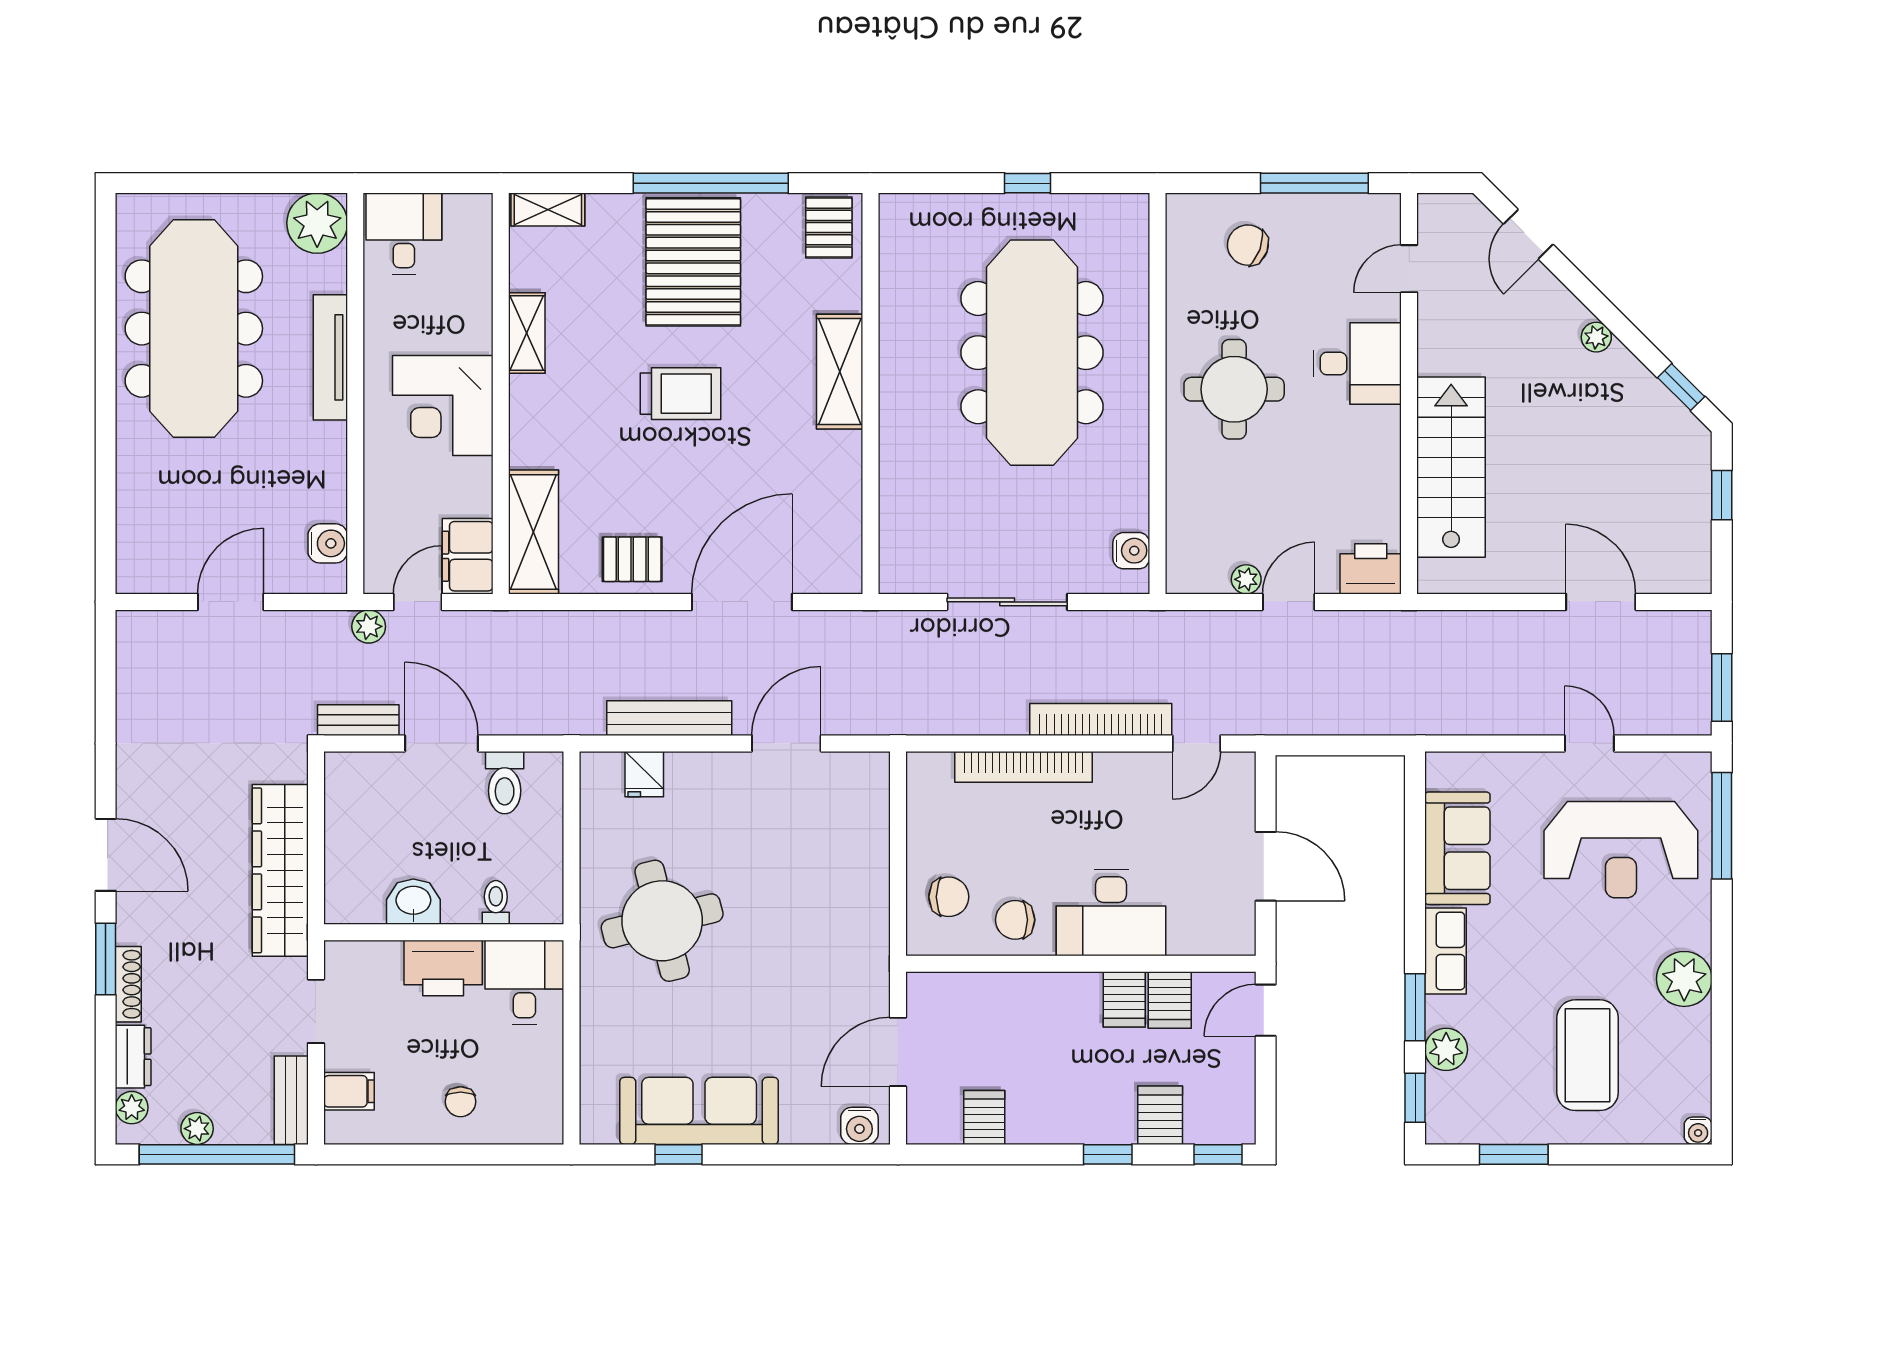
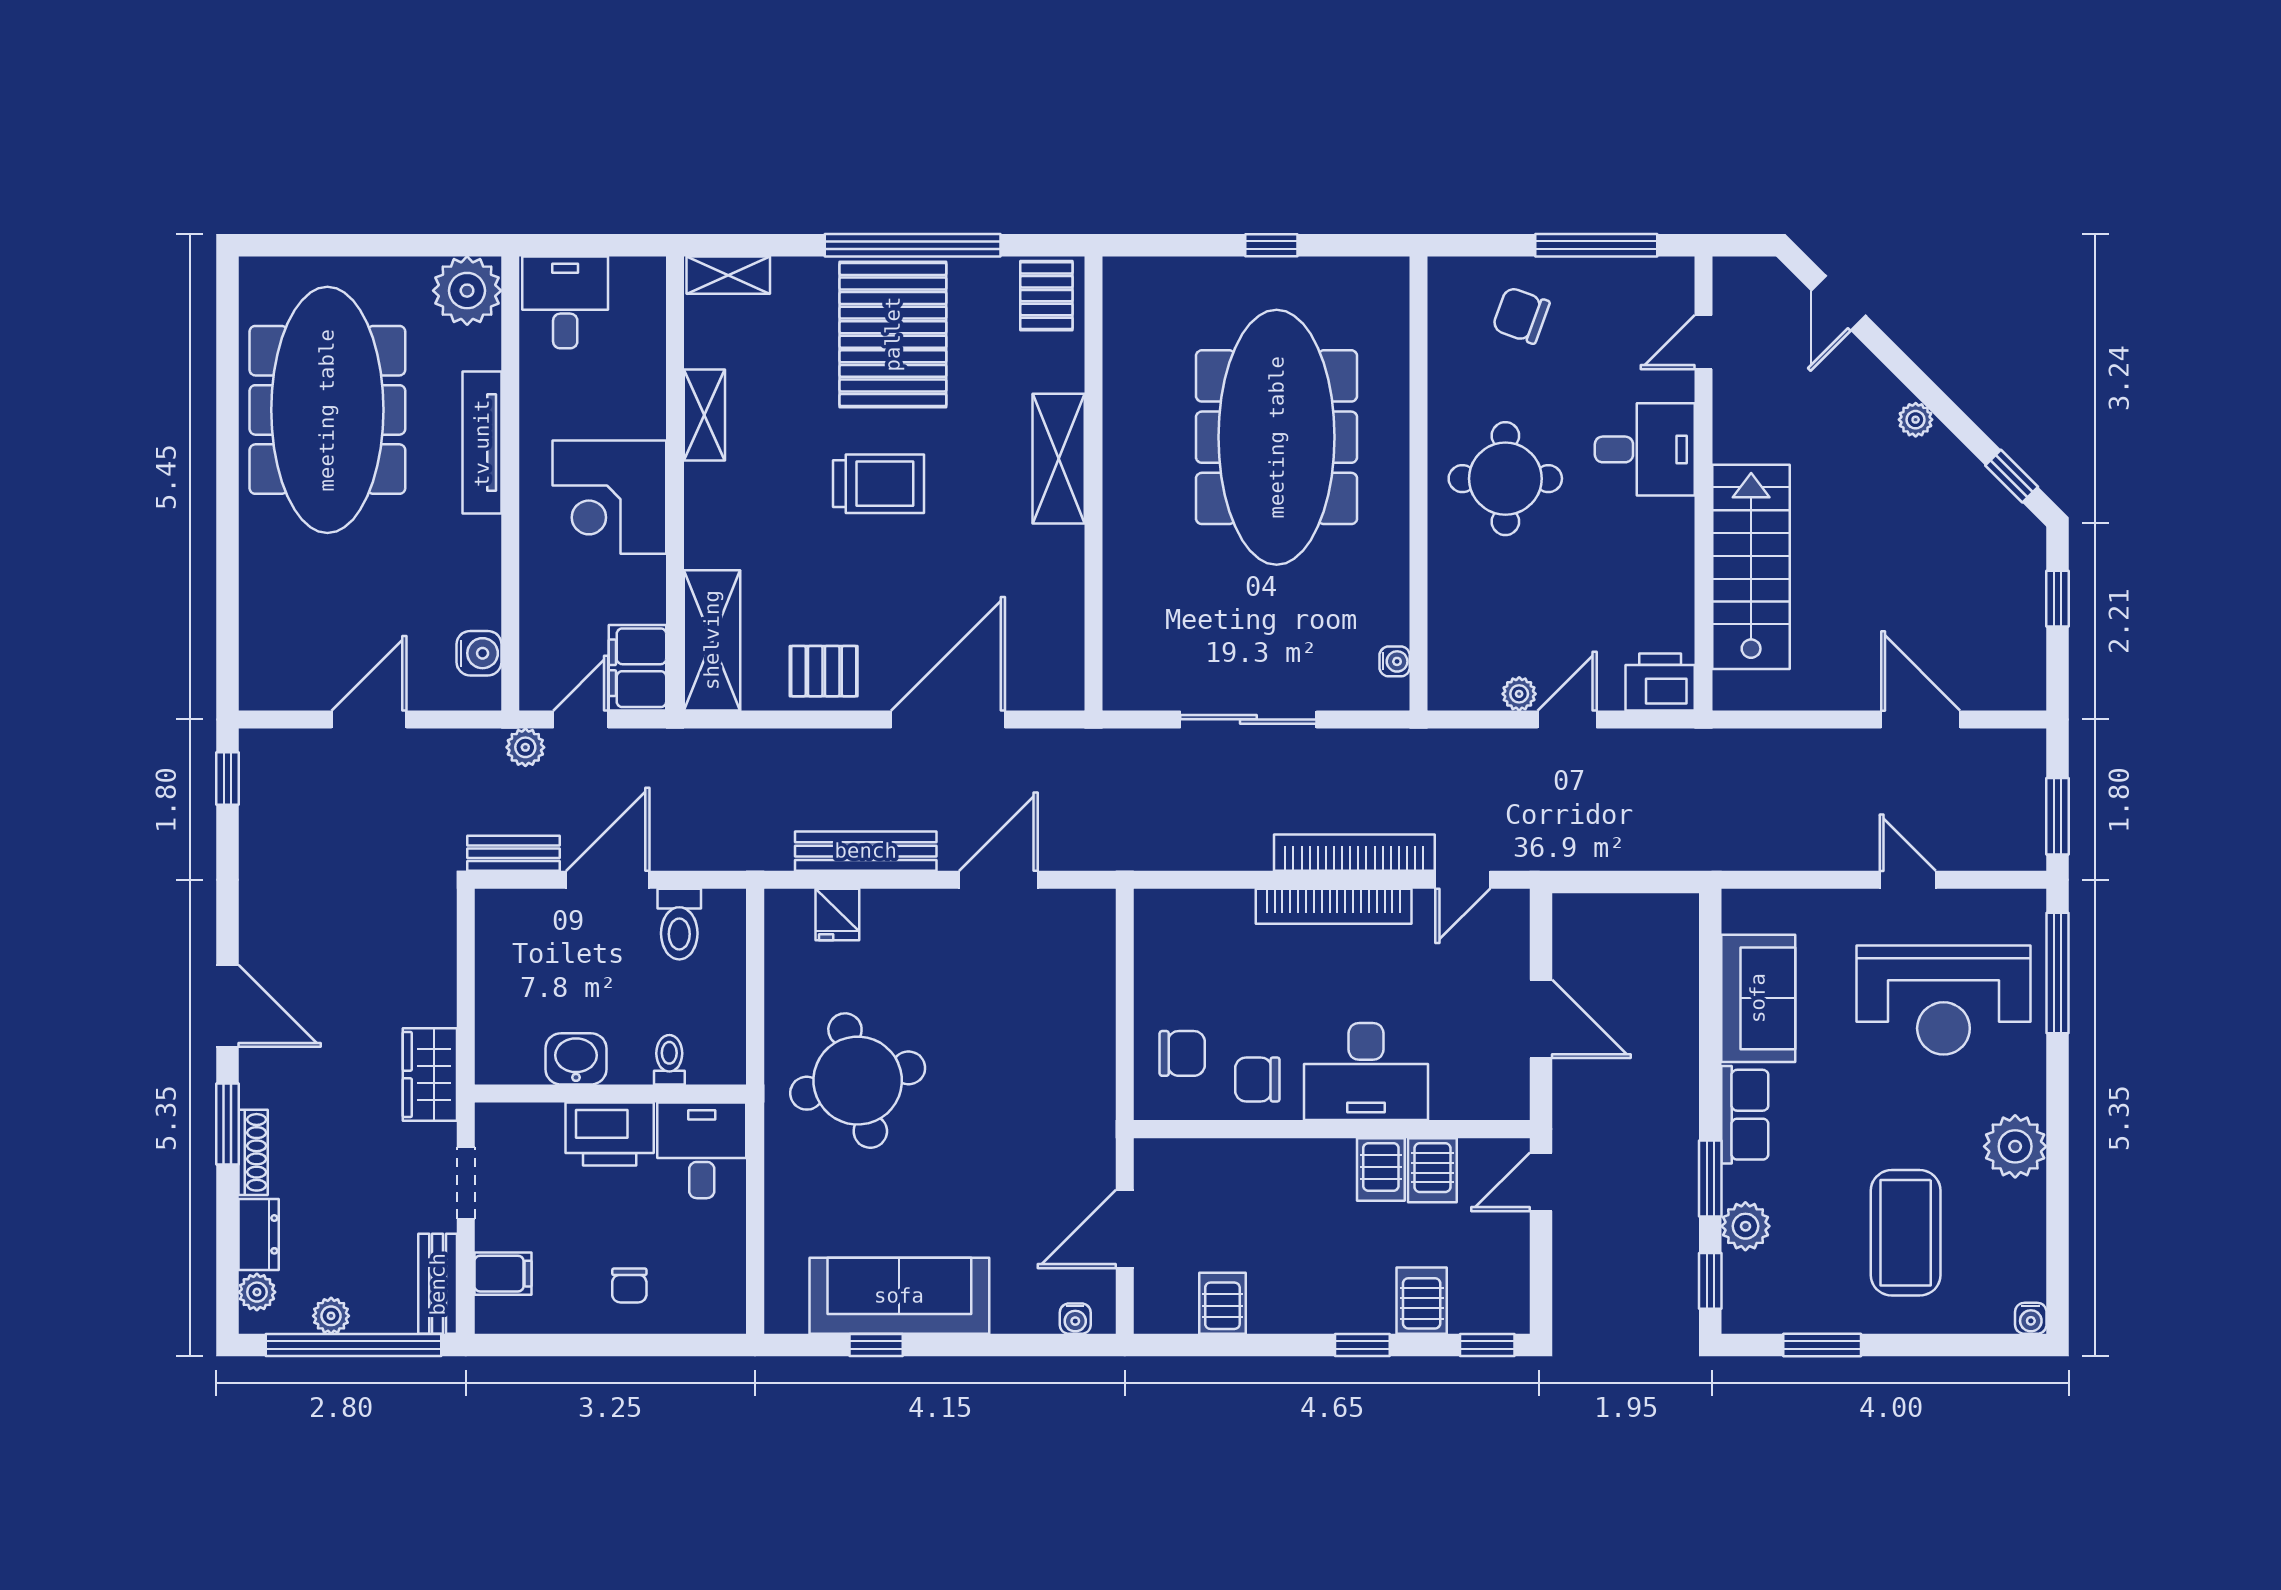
water cooler: (1131, 551) -> (1395, 661), width x0.72, depth x0.72
window: (106, 654) -> (227, 778), added
door: (442, 743) -> (608, 880), hinge flipped
bookcase: (1024, 767) -> (1334, 906), moved
wardrobe: (280, 870) -> (430, 1074), width x0.48, depth x0.85
water cooler: (859, 1126) -> (1075, 1319), width x0.72, depth x0.72

